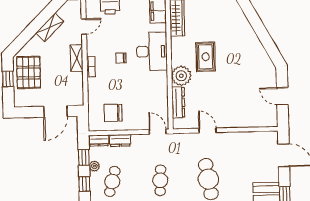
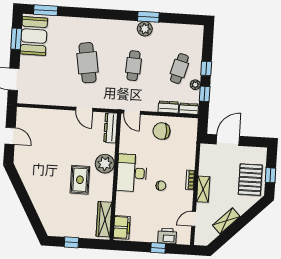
desk: (152, 51) -> (132, 173), moved
dresser: (178, 102) -> (111, 128), moved
chair: (113, 113) -> (162, 131), moved, turned 180

